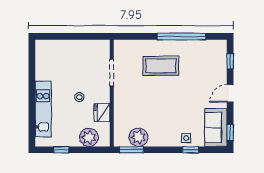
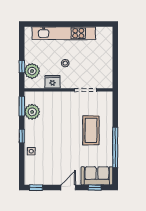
door: (230, 93) -> (68, 188), hinge flipped
kitchen unit: (43, 109) -> (64, 33), width x1.36
sofa: (216, 127) -> (97, 176), moved
window: (61, 150) -> (22, 66), moved
window: (191, 150) -> (22, 136), moved

